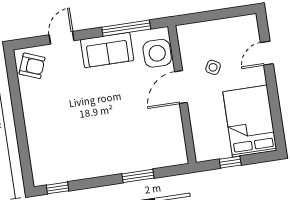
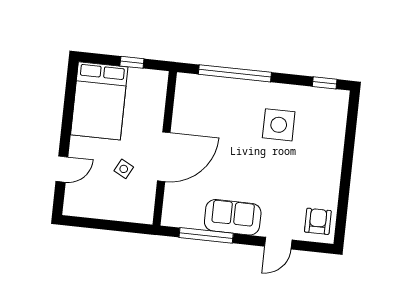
side table: (157, 53) -> (279, 125), moved
armchair: (32, 66) -> (318, 221), turned 69
door: (181, 87) -> (164, 157), width x1.36
window: (138, 176) -> (235, 73), width x2.11

